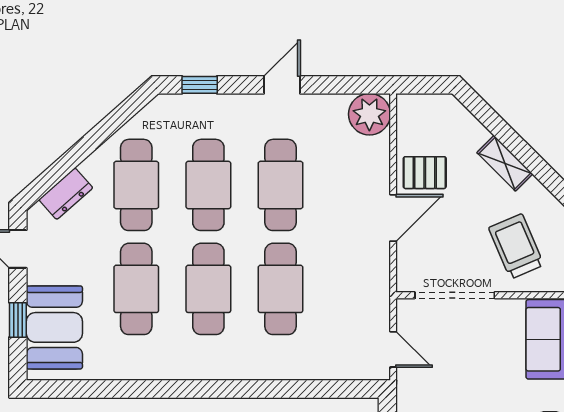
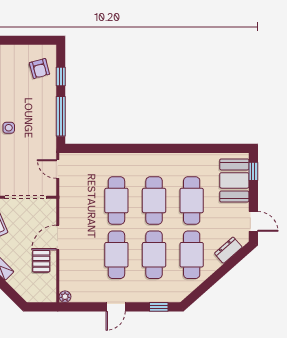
plant: (369, 114) -> (65, 297), width x0.53, depth x0.53
pallet: (425, 173) -> (41, 261), turned 90
window: (18, 320) -> (253, 171), moved

